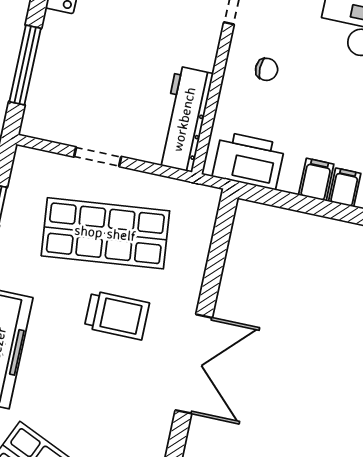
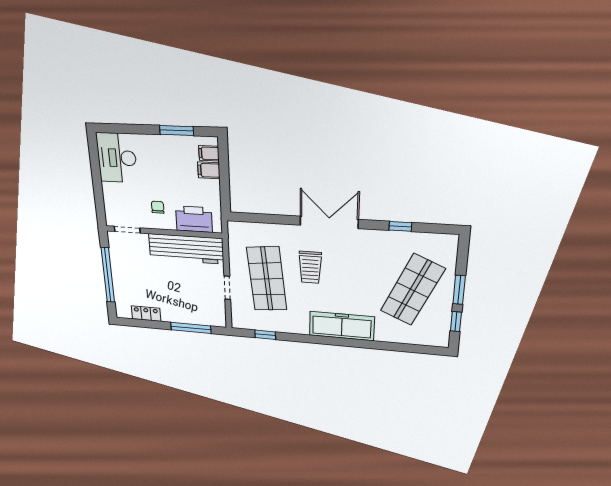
workbench: (184, 119) -> (186, 249), width x1.36, depth x1.32
printer: (249, 161) -> (194, 219), moved, turned 90
trolley: (117, 315) -> (310, 267), turned 180

